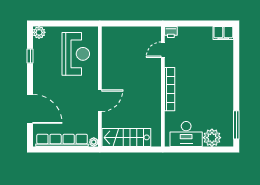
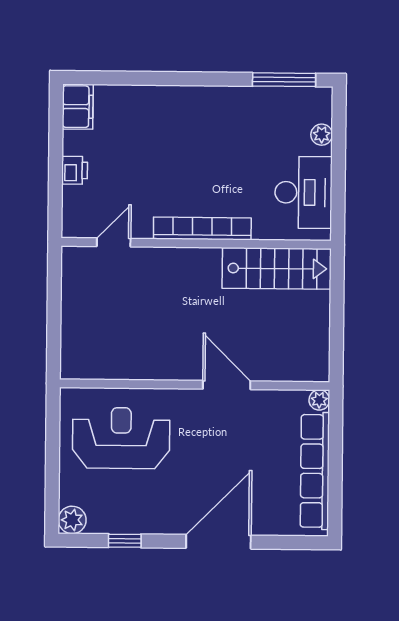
printer: (171, 32) -> (75, 170), moved
door: (163, 50) -> (114, 242), swing flipped
door: (30, 109) -> (218, 542), moved
stairs: (126, 137) -> (277, 268), moved, turned -90
plant: (212, 138) -> (322, 135), width x0.53, depth x0.53

